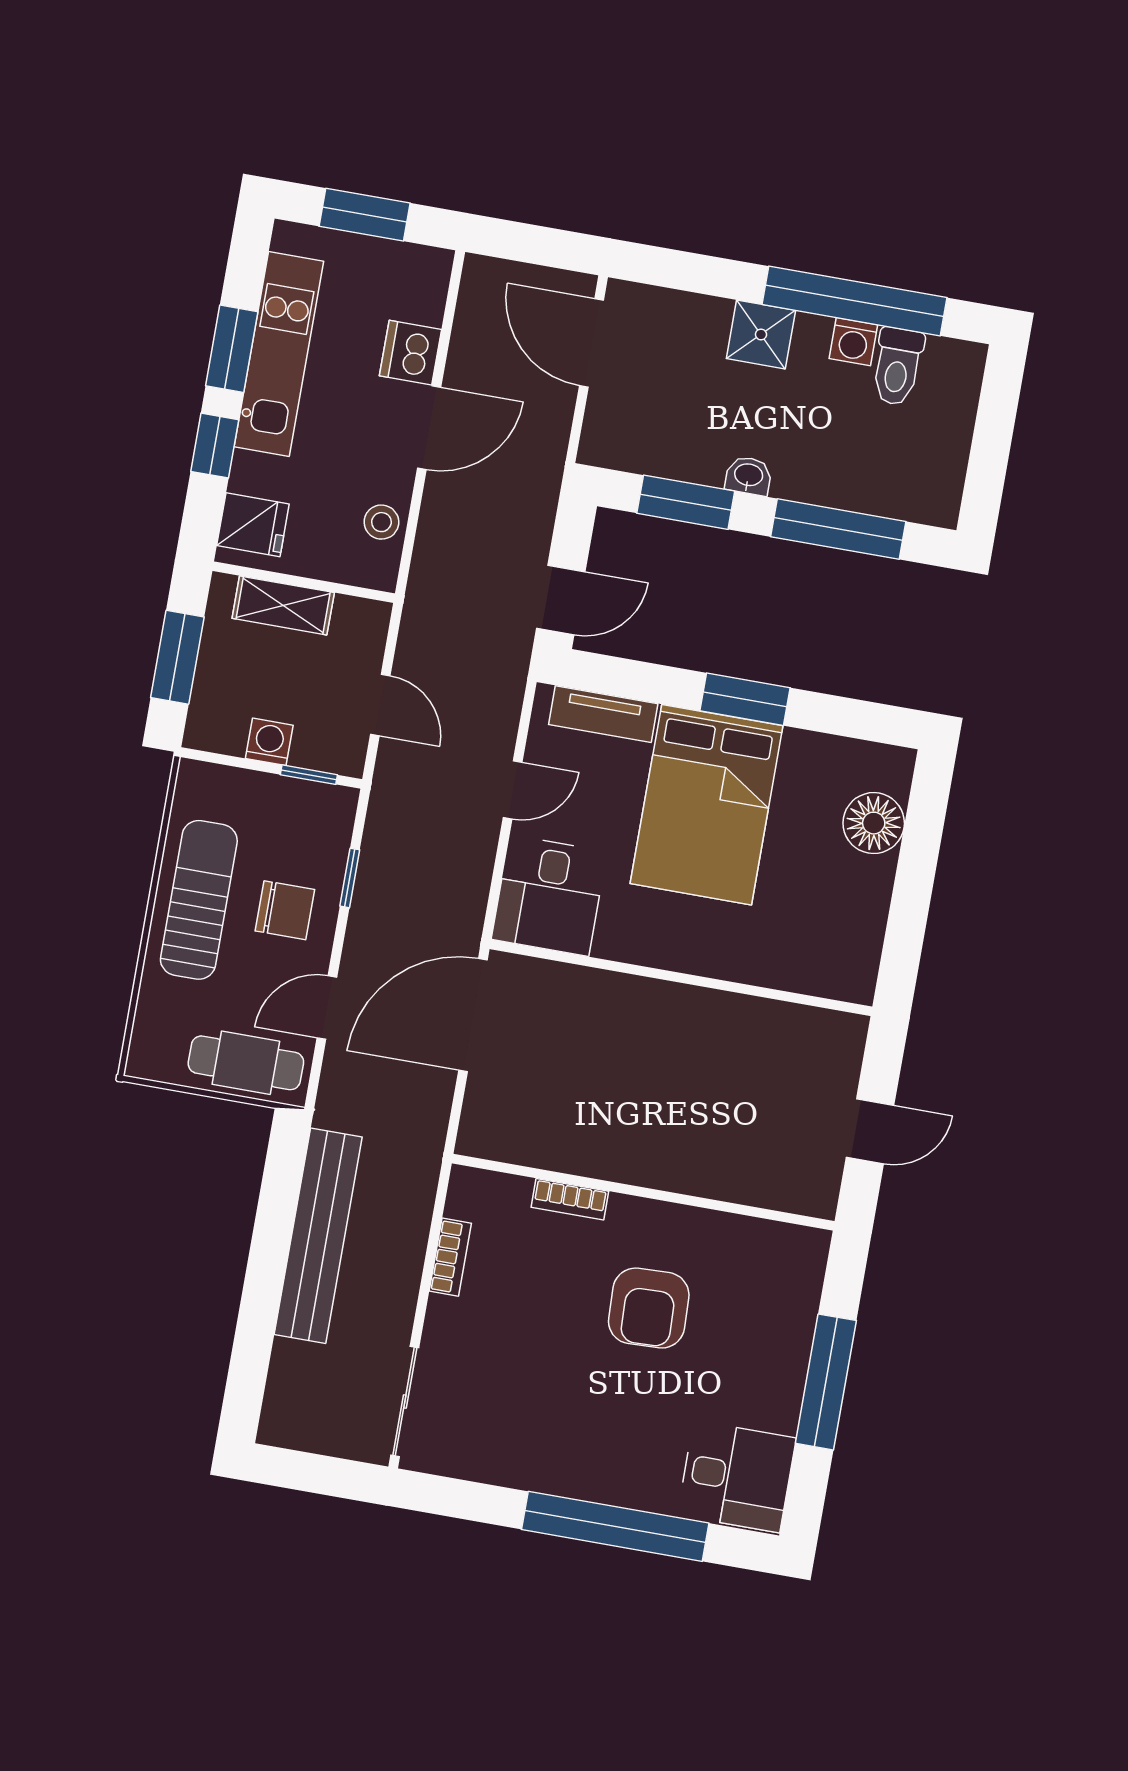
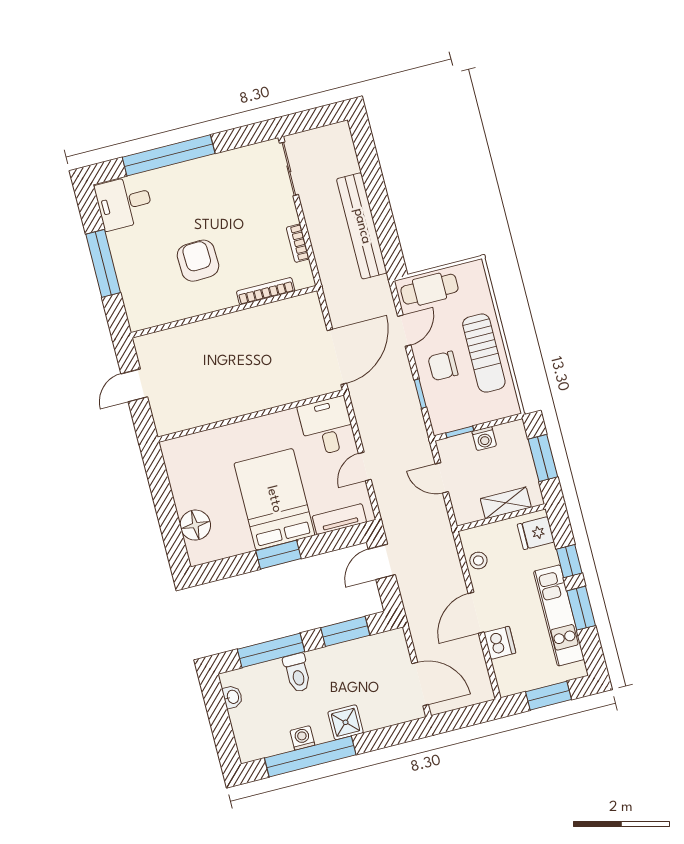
toilet: (897, 366) -> (297, 673), moved, turned 180
washbasin: (748, 476) -> (232, 697), moved, turned -90
bookcase: (570, 1199) -> (266, 291), width x1.56

